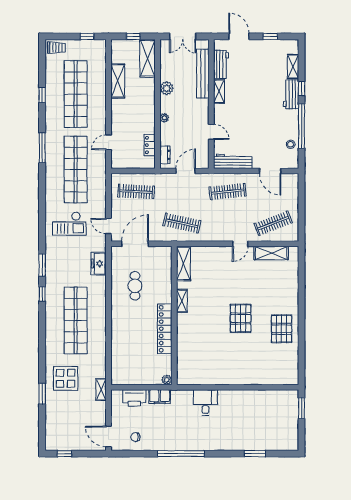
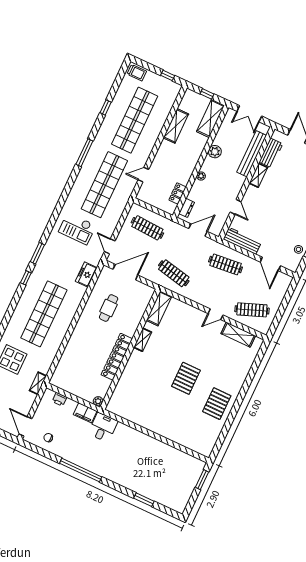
printer: (134, 398) -> (59, 399), width x0.53, depth x0.68
desk: (205, 403) -> (103, 427), moved

